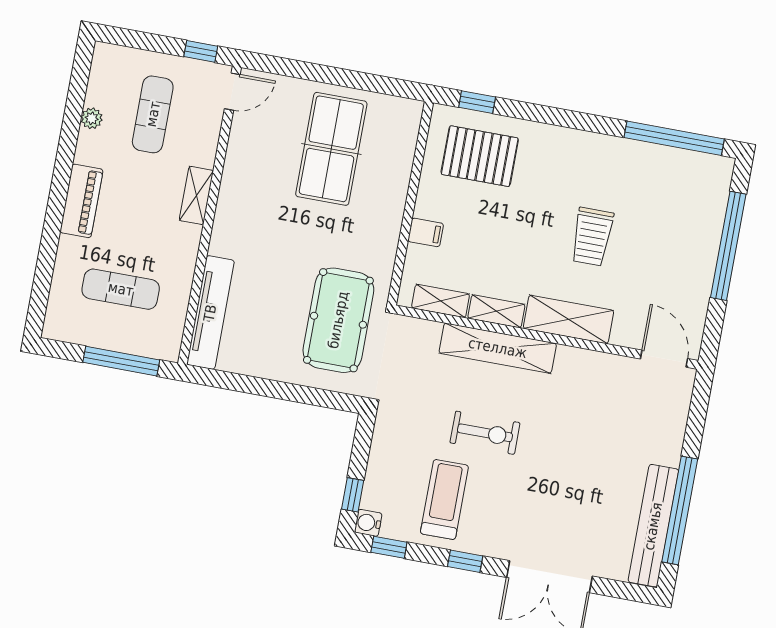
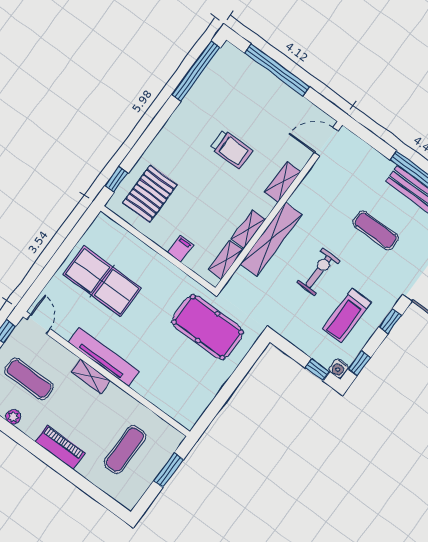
tv unit: (210, 313) -> (104, 357), moved
shelving: (568, 319) -> (283, 182), width x0.67, depth x0.75
window: (121, 361) -> (169, 470), width x0.69
exercise mat: (578, 483) -> (376, 230), added
treadmill: (444, 499) -> (347, 316), turned -90

